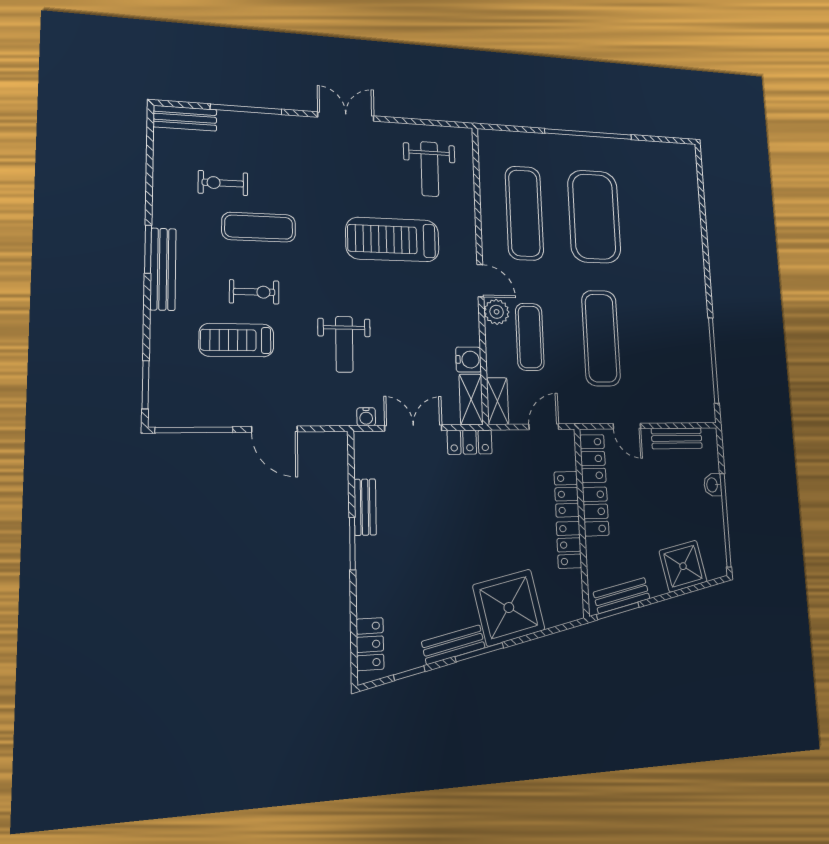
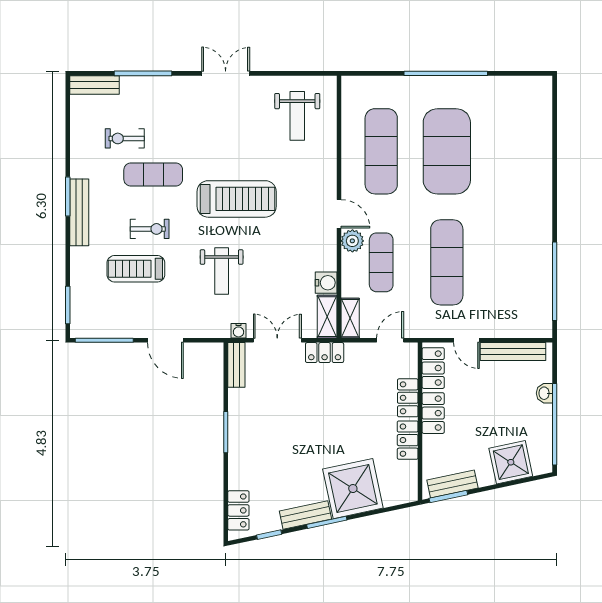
treadmill: (393, 240) -> (237, 199), moved, turned 180
bench: (677, 438) -> (513, 352), width x1.36
bench: (365, 507) -> (236, 365), moved

